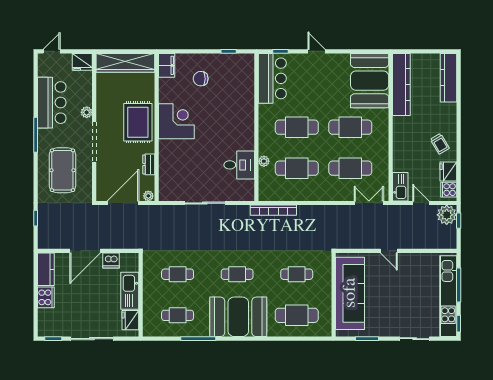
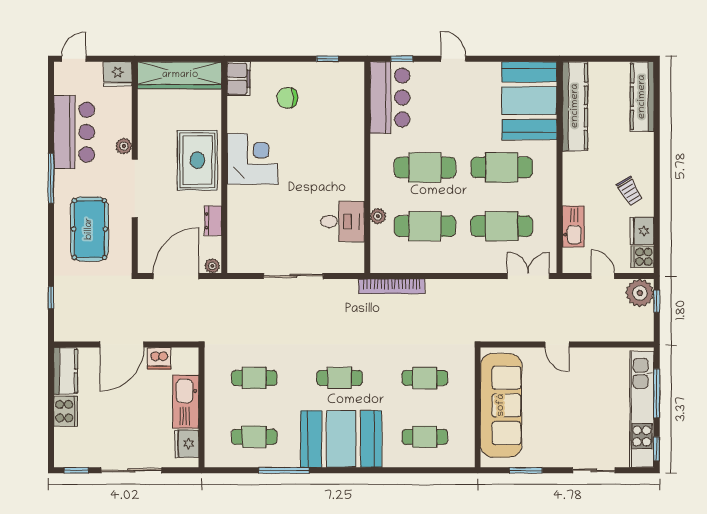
kitchen sink: (400, 187) -> (573, 226), moved
cafe table: (297, 315) -> (425, 437), width x0.73, depth x0.74

